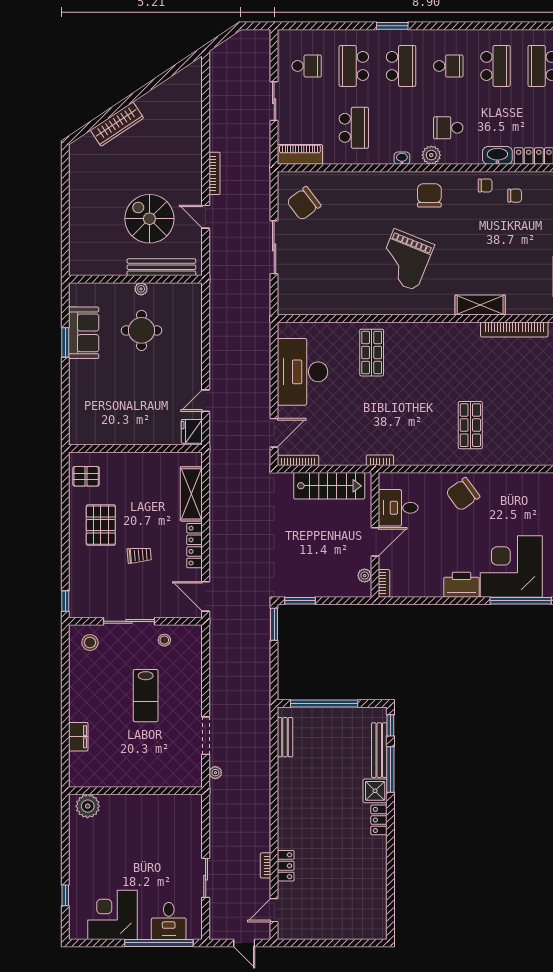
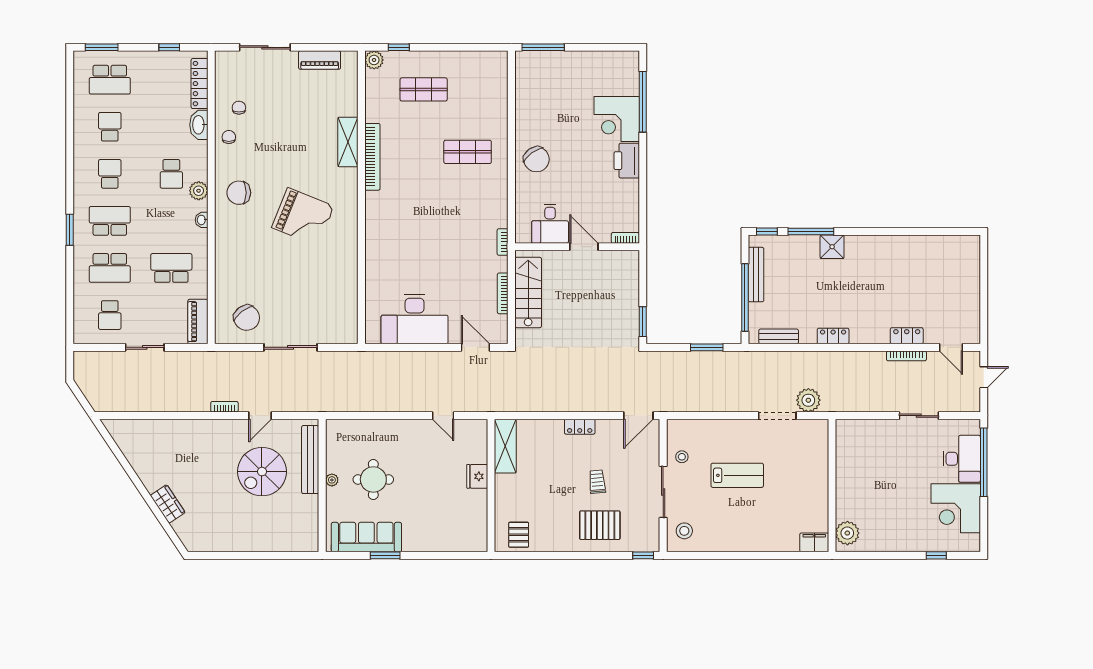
school desk: (307, 66) -> (110, 315), turned 180
school desk: (495, 66) -> (110, 127), width x0.54
wardrobe: (117, 124) -> (168, 504), width x0.67
bookcase: (214, 173) -> (224, 407), width x0.64
bookcase: (514, 329) -> (372, 157), moved
sofa: (84, 333) -> (366, 537), width x1.36
shop shelf: (372, 353) -> (424, 89), moved
fridge: (192, 431) -> (477, 476), moved, turned 90
bookcase: (298, 460) -> (503, 293), moved
shelving: (191, 494) -> (505, 446), moved, turned 90
pallet: (101, 525) -> (600, 525), moved
locker: (195, 546) -> (580, 427), width x0.66
corner desk: (511, 566) -> (617, 119), width x0.74, depth x0.74
plant: (365, 576) -> (618, 257), removed
window: (274, 624) -> (707, 347), moved
filing cabinet: (78, 737) -> (814, 542), moved
bench: (379, 750) -> (756, 275), moved, turned 90
plant: (215, 773) -> (808, 400), width x1.88, depth x1.88
locker: (379, 820) -> (833, 336), moved, turned 180
bookcase: (266, 865) -> (906, 356), width x1.56
desk: (169, 921) -> (962, 459), width x1.37

